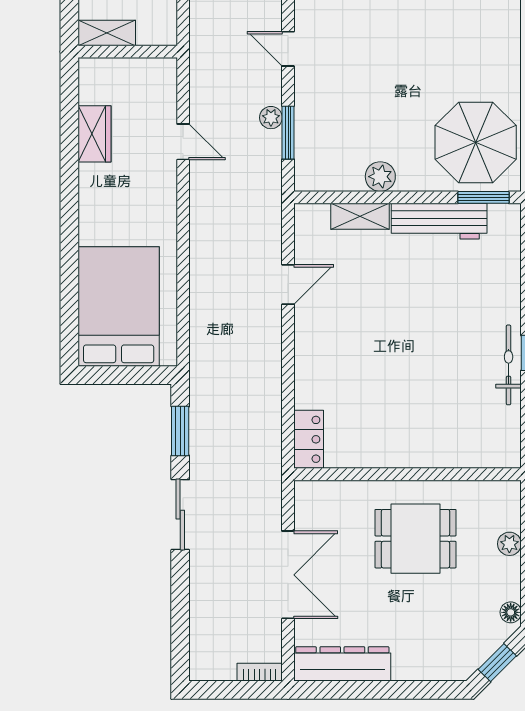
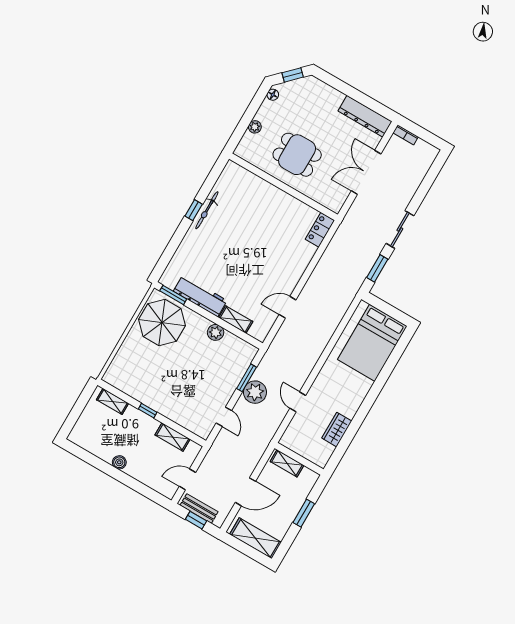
shelving: (107, 33) -> (287, 463), moved
plant: (271, 118) -> (255, 392), width x1.88, depth x1.88

